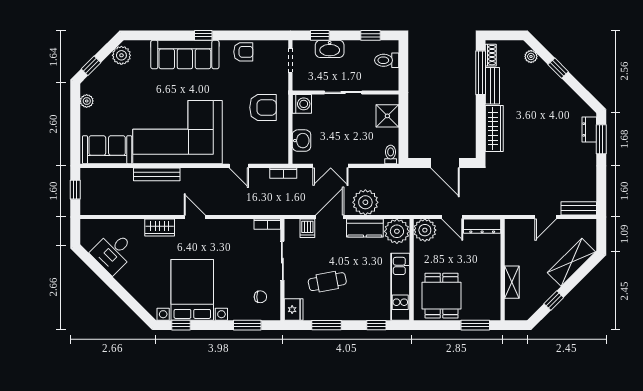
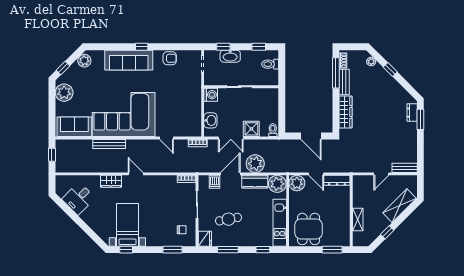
plant: (87, 101) -> (64, 93), width x1.88, depth x1.88
armchair: (263, 107) -> (183, 97), removed
shower: (387, 116) -> (251, 129), moved
bed with nightstands: (192, 290) -> (127, 225), width x0.73

